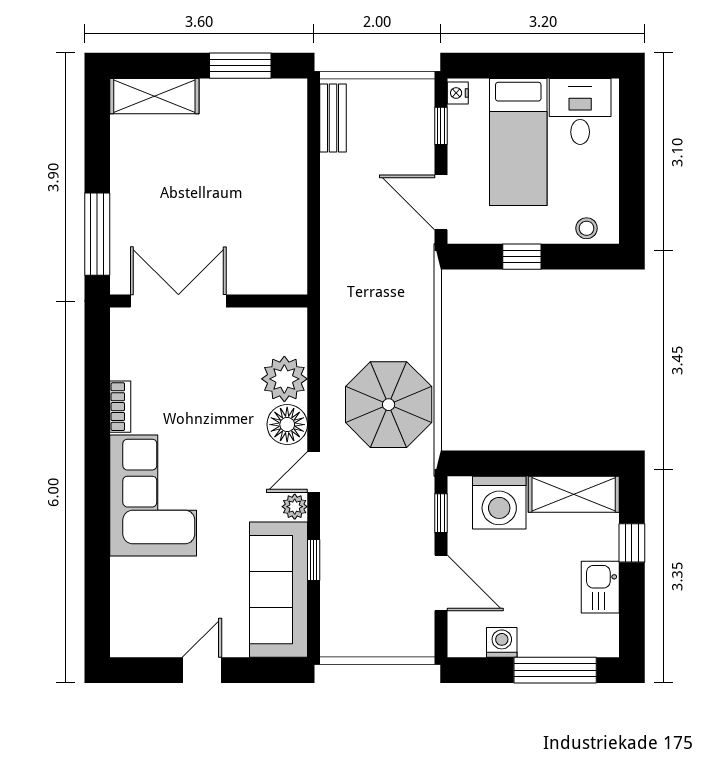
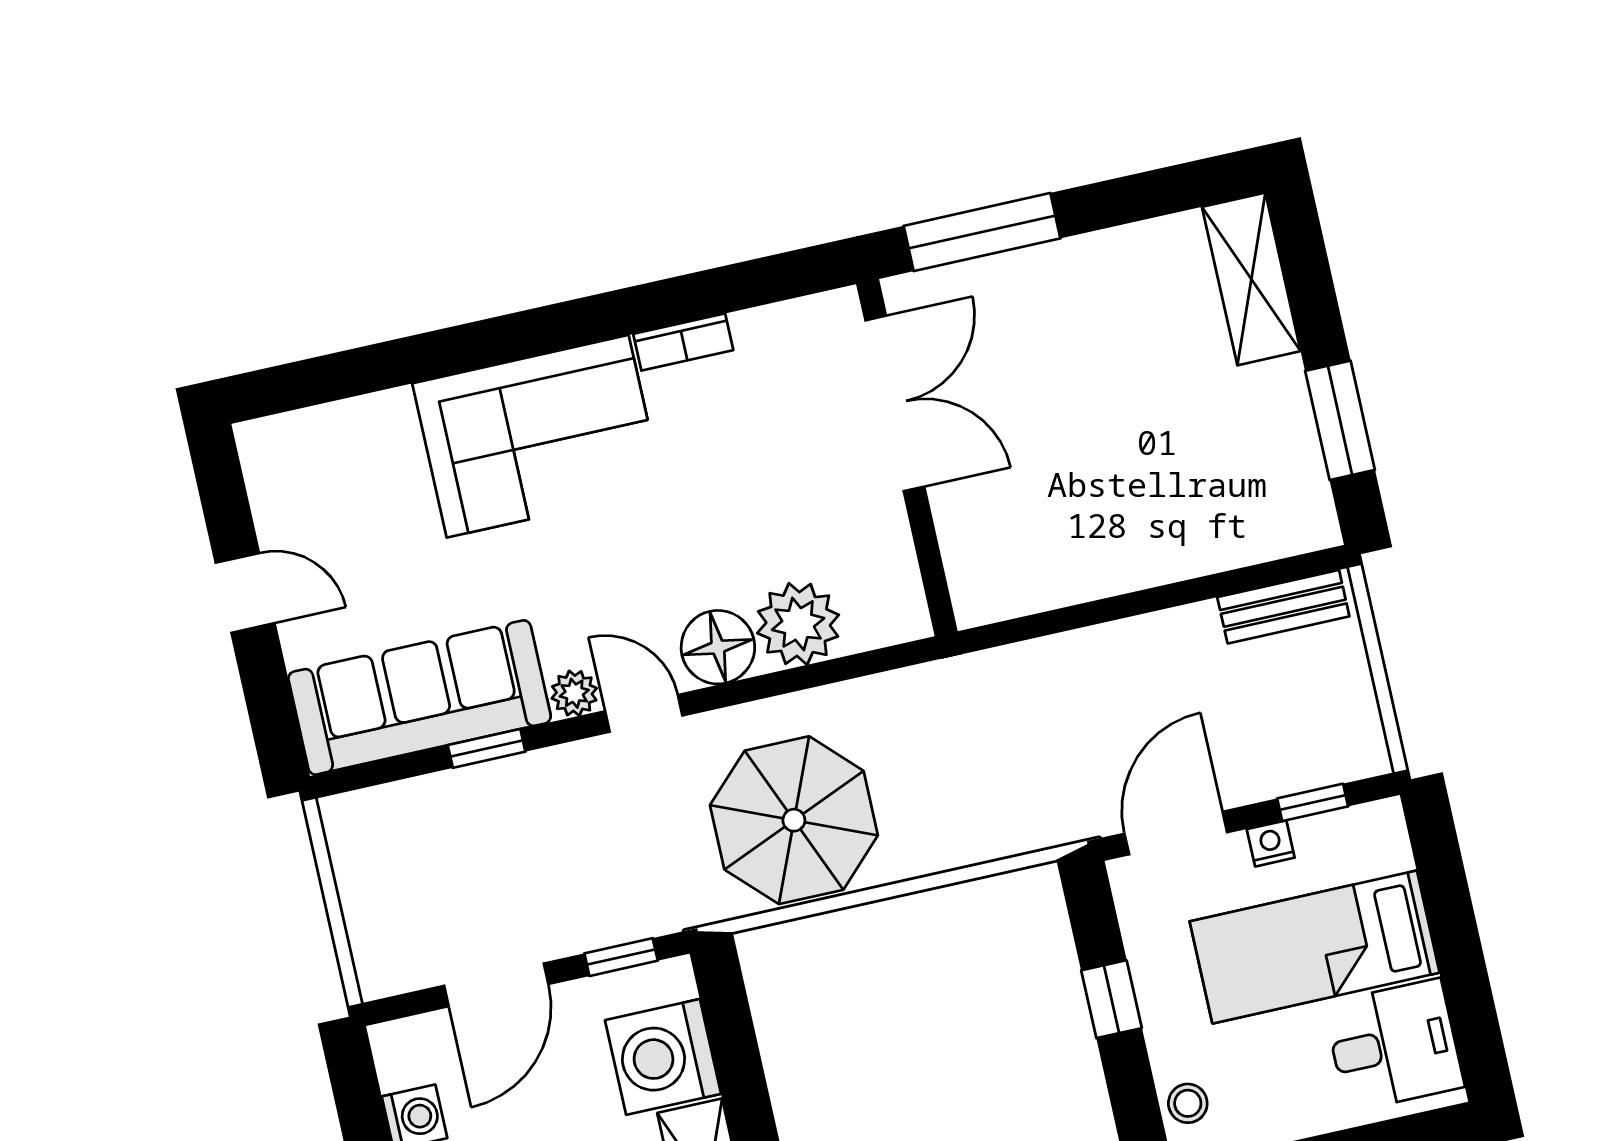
nightstand: (458, 93) -> (1271, 843), moved

